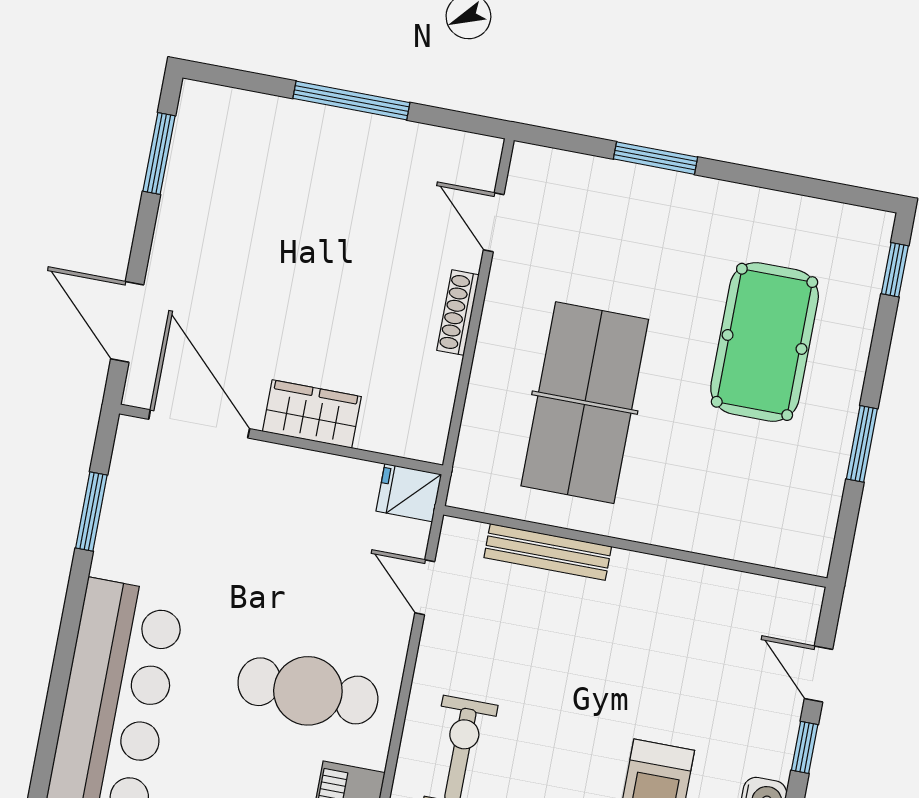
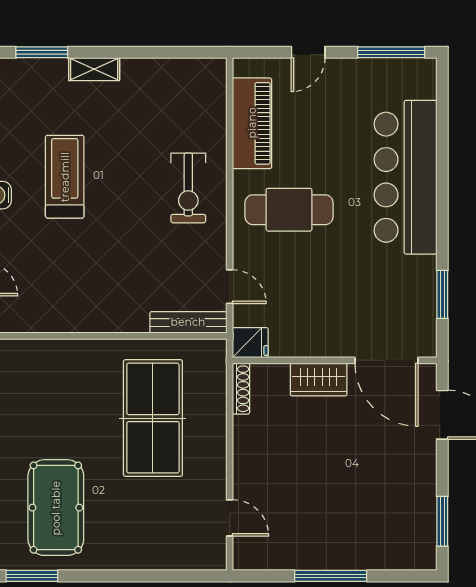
window: (656, 158) -> (32, 576), moved
shoe rack: (458, 313) -> (241, 389), moved
pool table: (765, 342) -> (56, 508), moved
bench: (548, 552) -> (188, 322), moved

